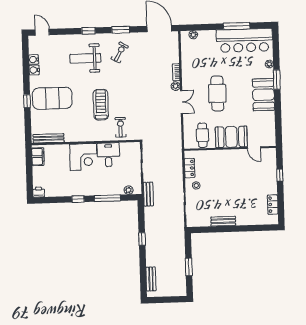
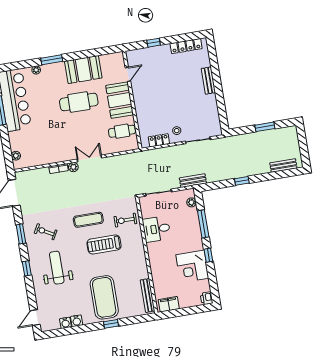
weight bench: (85, 58) -> (57, 268), turned 180
exercise mat: (125, 93) -> (88, 220), added
cafe table: (217, 93) -> (79, 102), moved
booth: (263, 95) -> (83, 70), moved
corner desk: (83, 157) -> (192, 266), moved, turned 180
locker: (273, 205) -> (186, 46), width x1.53
bench: (223, 221) -> (208, 81), moved

